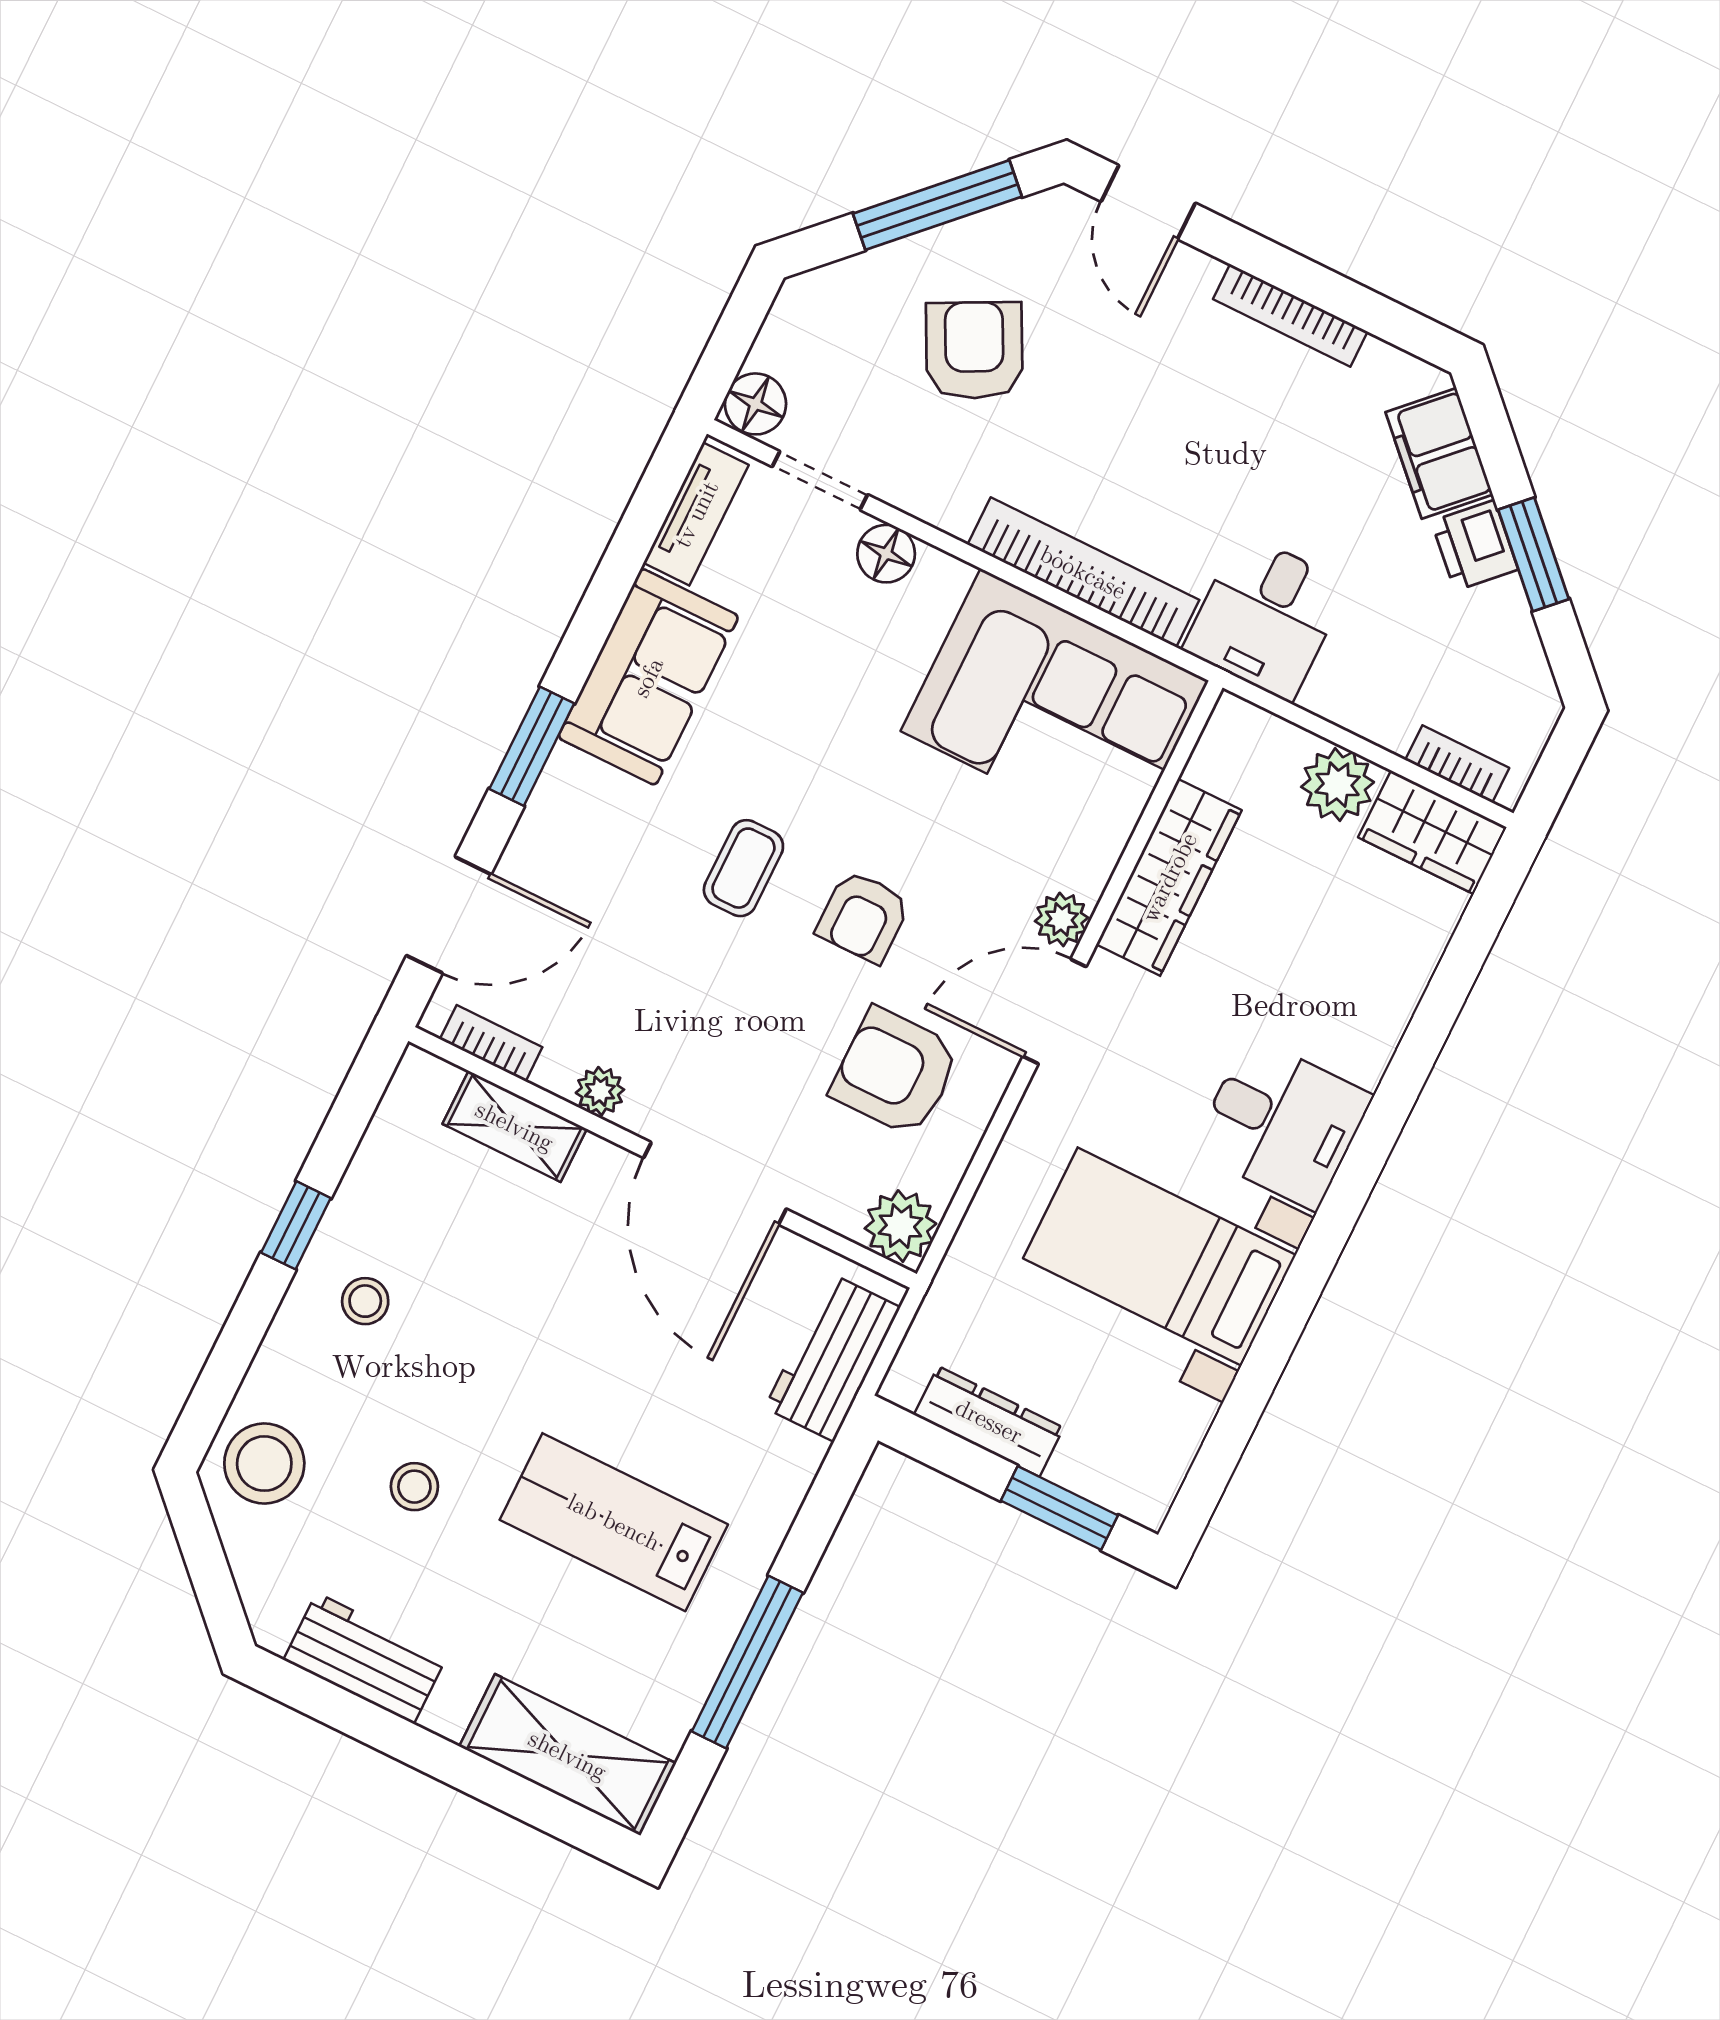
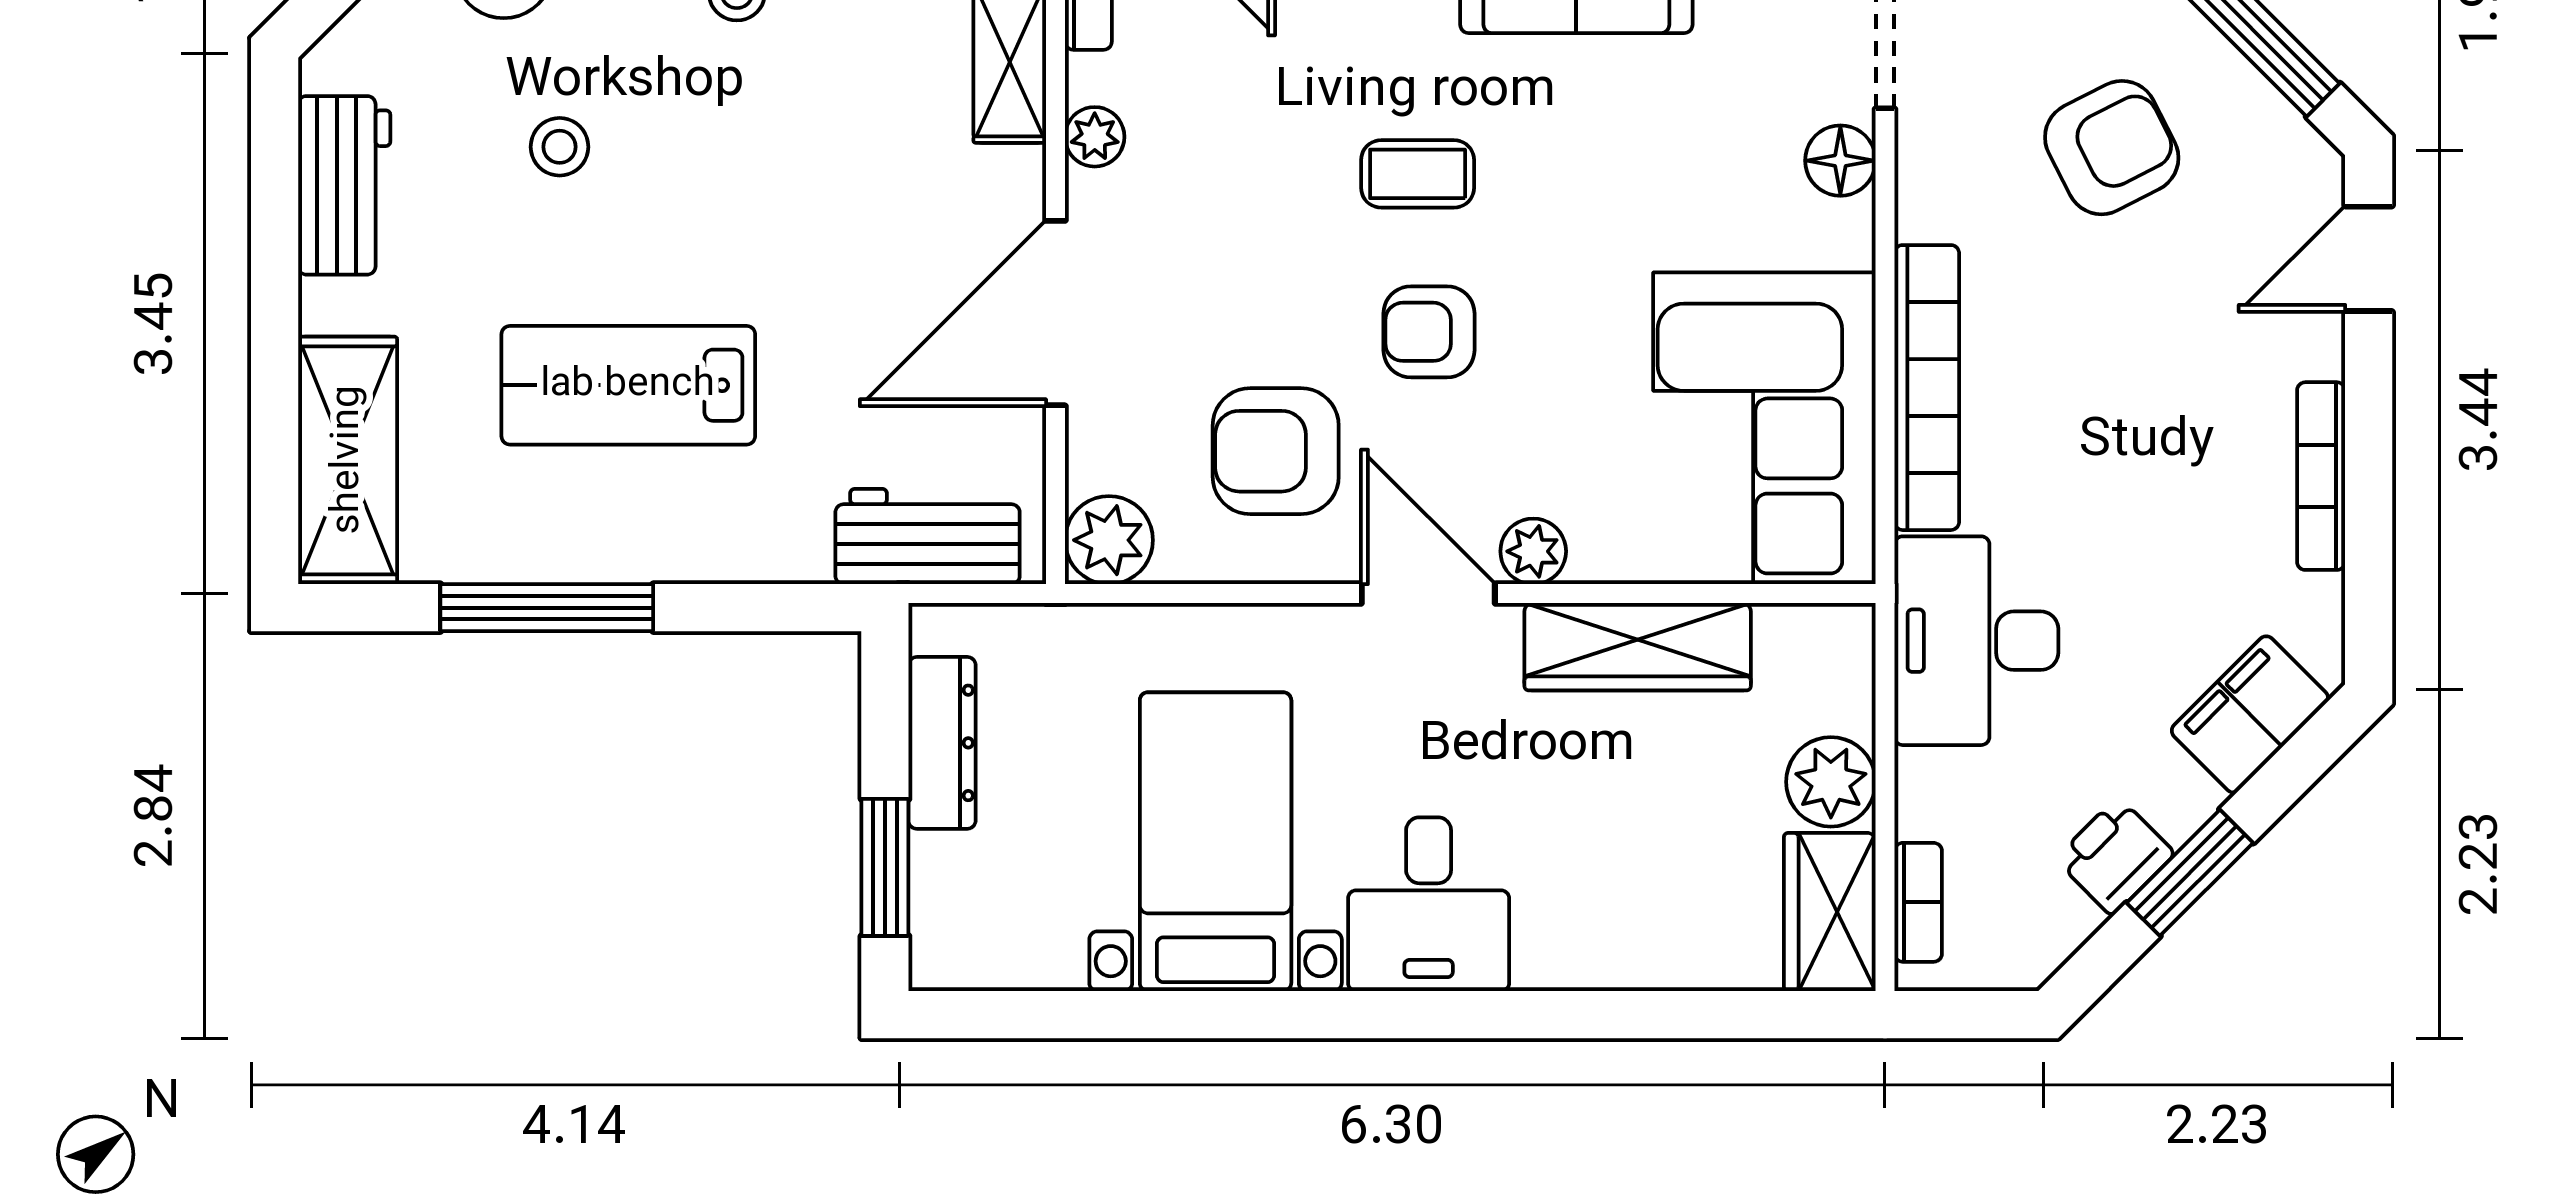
printer: (1475, 545) -> (2115, 856), moved
desk: (1266, 617) -> (1976, 641), width x1.37
armchair: (895, 1072) -> (1276, 451), turned -90
lab bench: (614, 1522) -> (628, 385), turned -90

